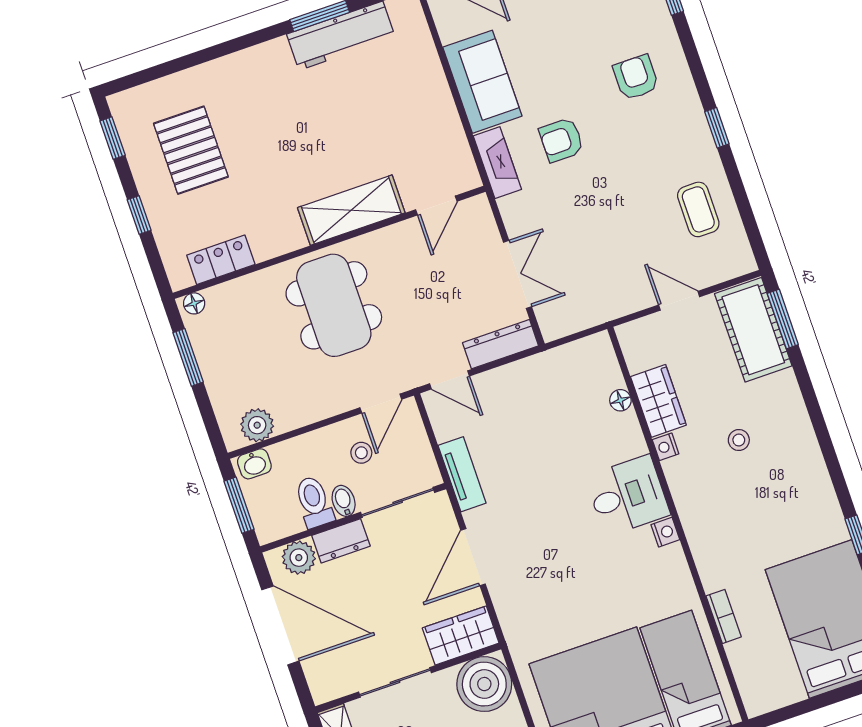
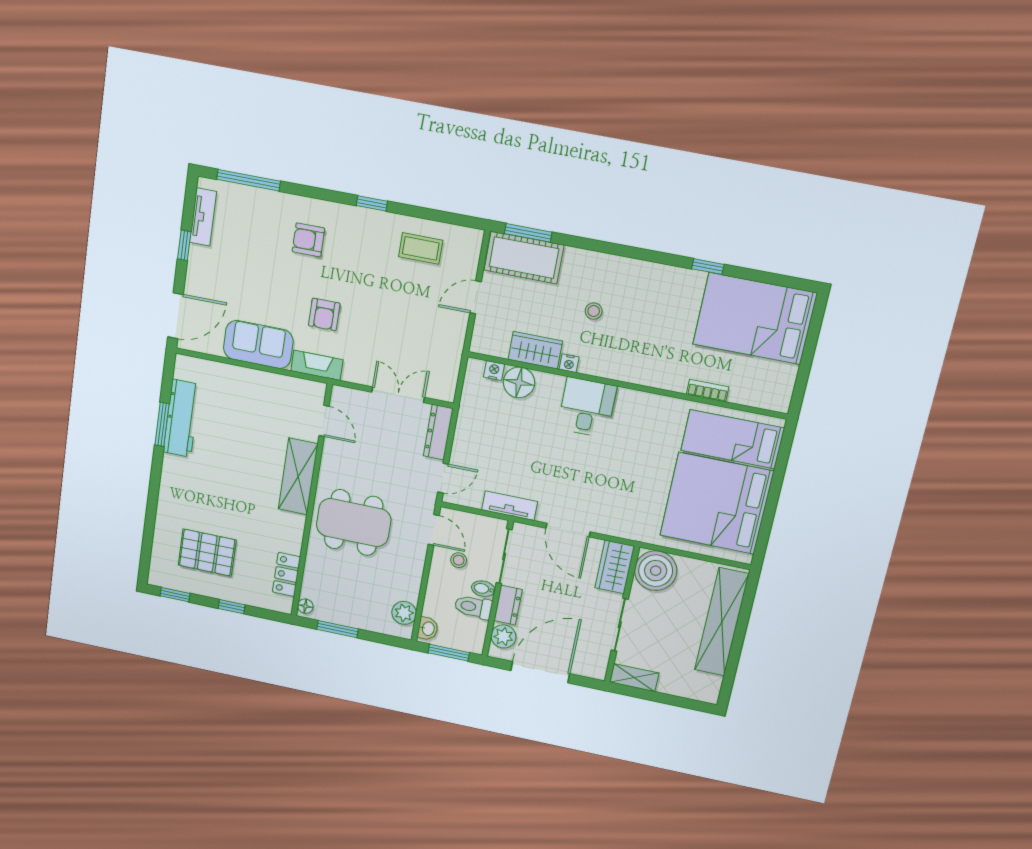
floor lamp: (620, 400) -> (519, 382), width x1.89, depth x1.89
nightstand: (665, 532) -> (494, 371), moved

